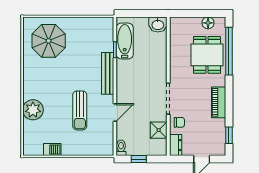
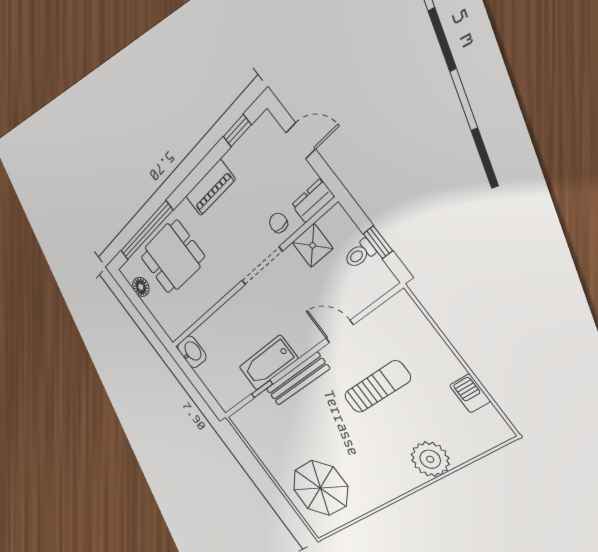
bathtub: (125, 41) -> (268, 363), moved
toilet: (121, 148) -> (360, 254), moved

